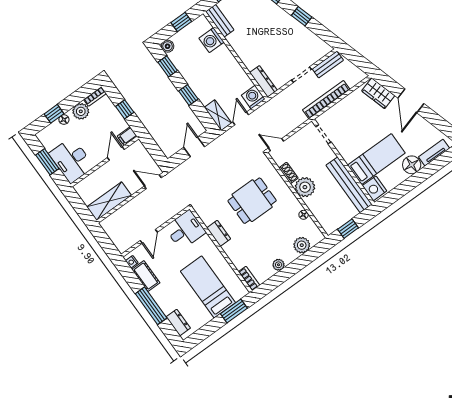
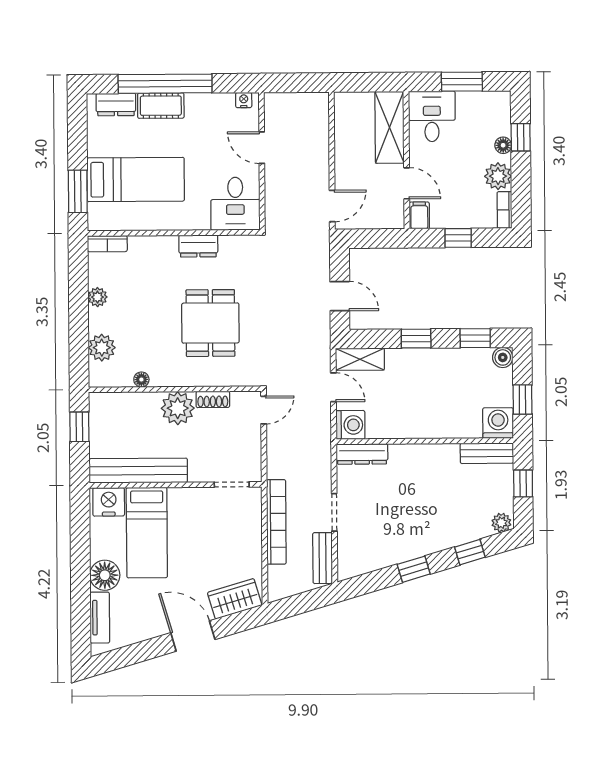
washing machine: (212, 40) -> (498, 423), moved
desk: (71, 160) -> (432, 116), width x0.73
shelving: (109, 201) -> (390, 127), moved
cot: (146, 276) -> (161, 106), moved
window: (151, 306) -> (165, 84), width x1.46

